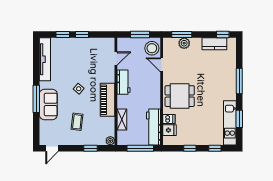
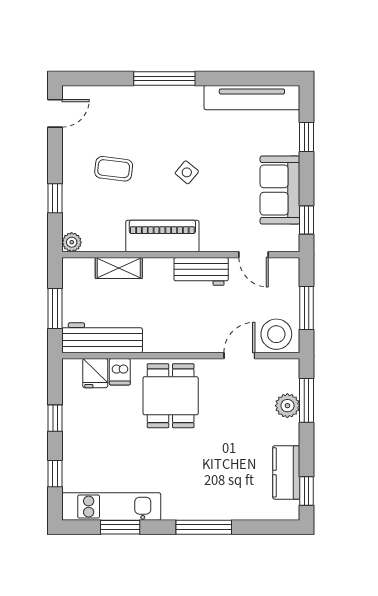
window: (82, 35) -> (307, 220), moved
sofa: (48, 104) -> (280, 190), moved, turned 90
door: (52, 148) -> (55, 113), swing flipped
window: (140, 148) -> (55, 308), width x0.69

